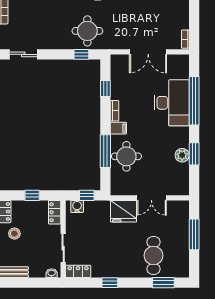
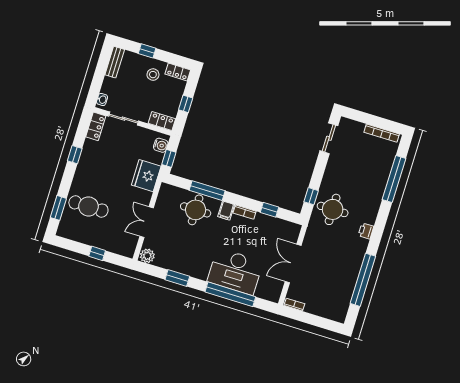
plant: (182, 155) -> (147, 256), moved
fridge: (124, 211) -> (146, 176), moved
window: (194, 234) -> (97, 253), width x0.46

